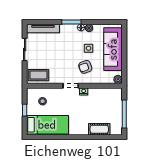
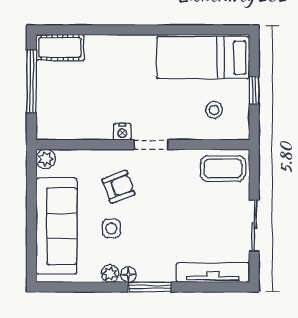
cot: (99, 129) -> (60, 48), moved

